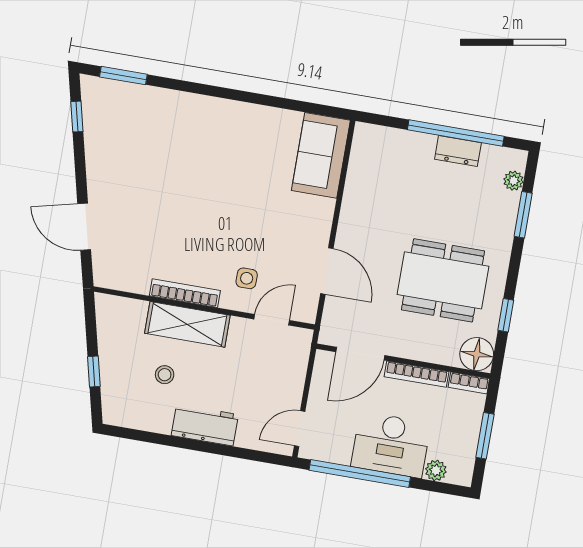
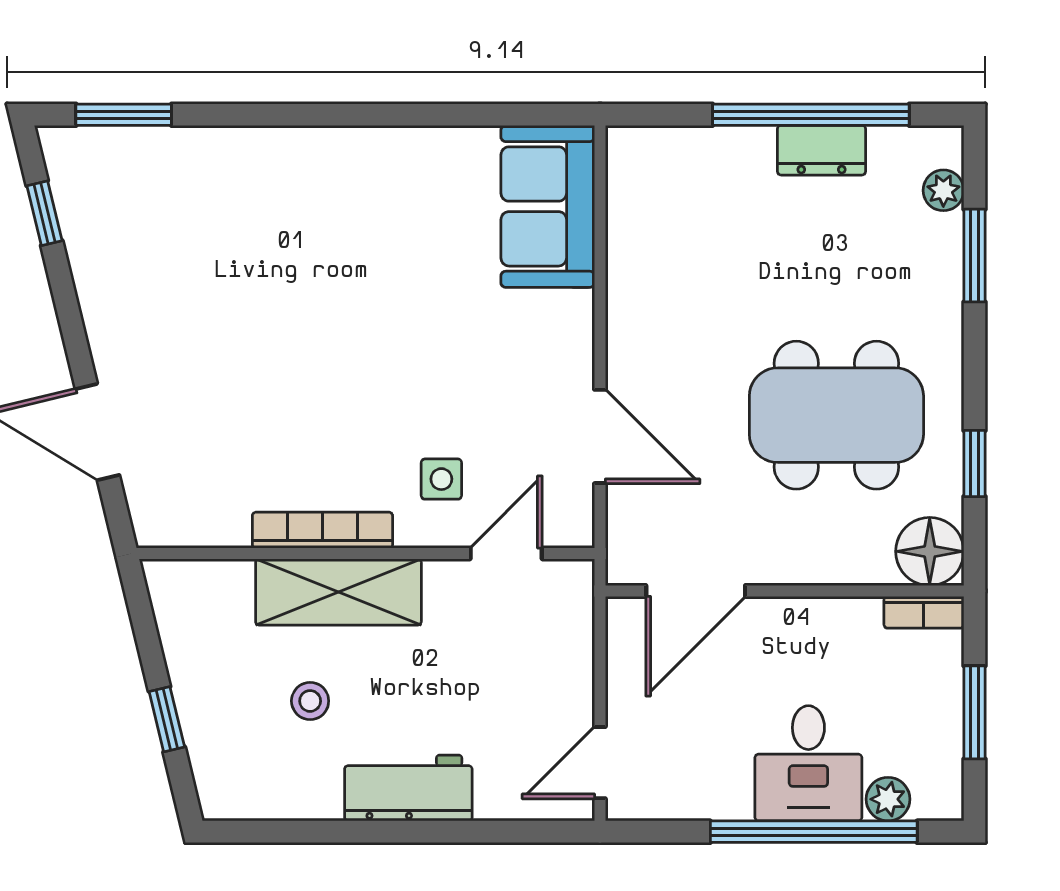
bookcase: (416, 374) -> (816, 613), removed
desk: (391, 445) -> (808, 763), width x0.73
window: (360, 473) -> (814, 832), moved

